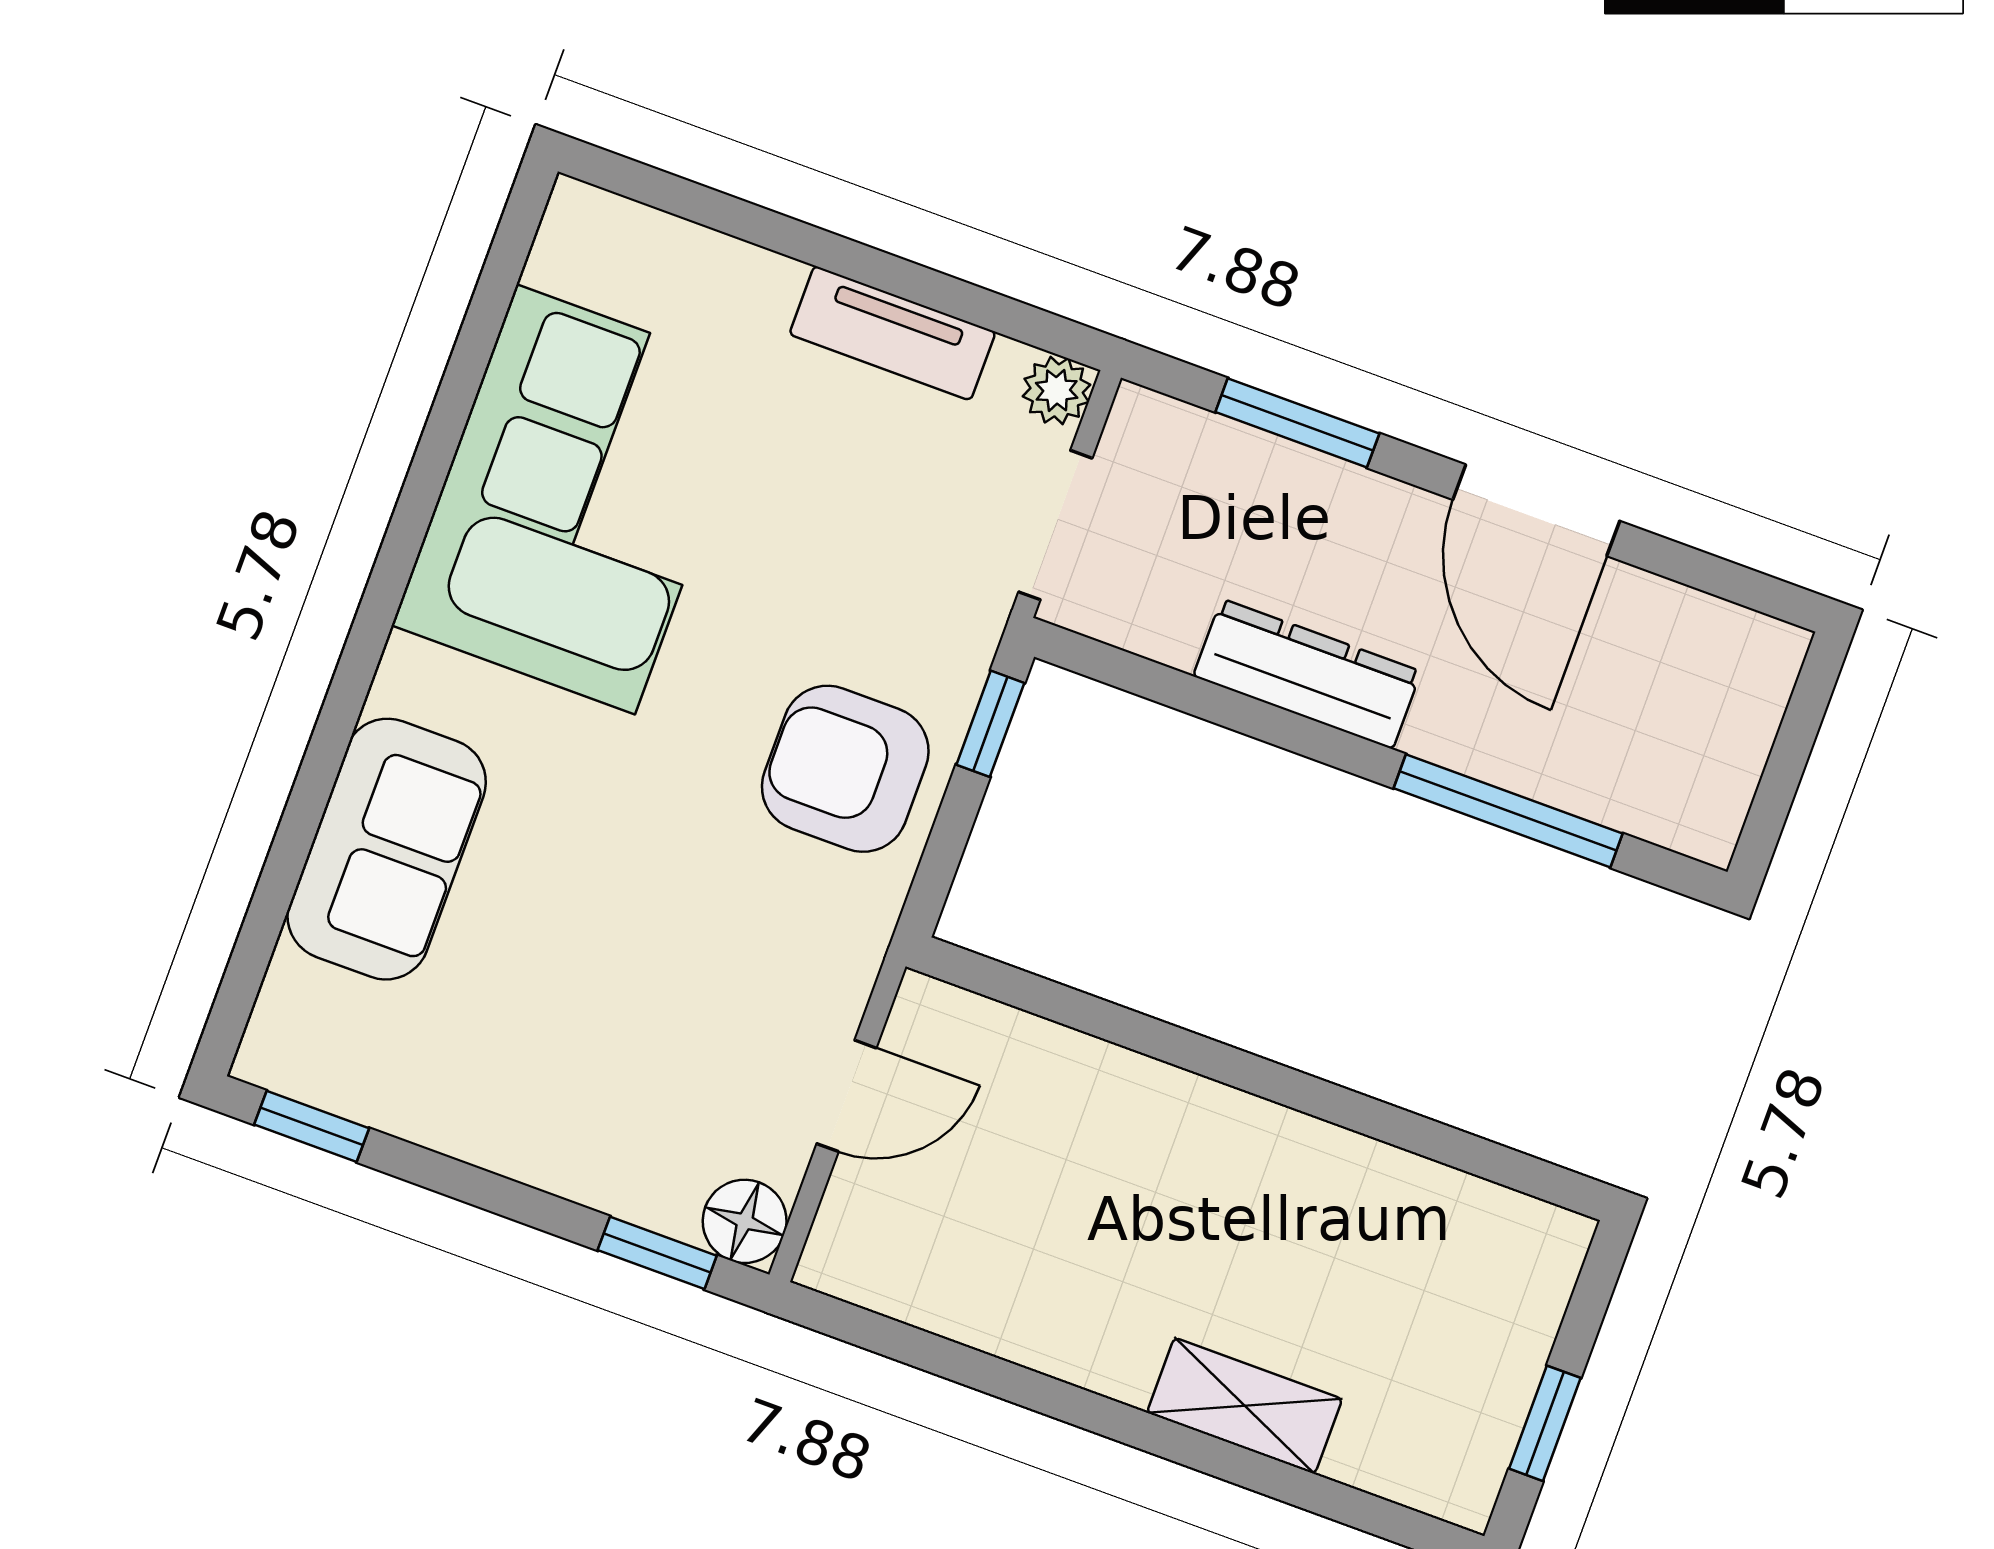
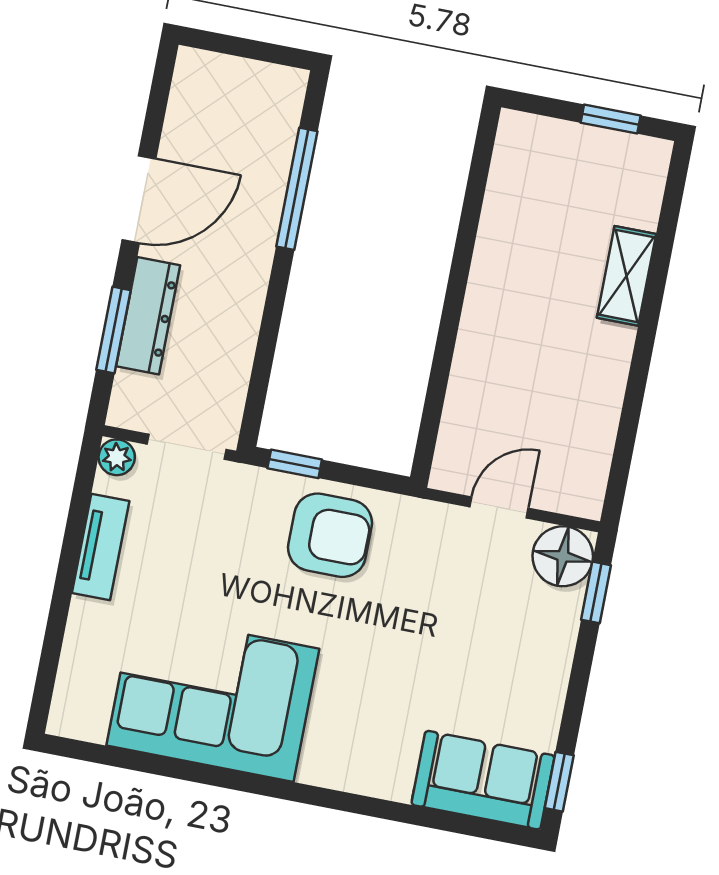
dresser: (1307, 674) -> (148, 316), moved, turned 180
armchair: (845, 769) -> (330, 535), turned -90
sofa: (387, 849) -> (483, 780), moved
door: (847, 1096) -> (499, 507), hinge flipped
floor lamp: (745, 1221) -> (563, 556), width x1.38, depth x1.38

